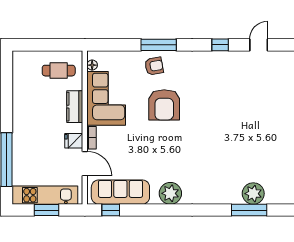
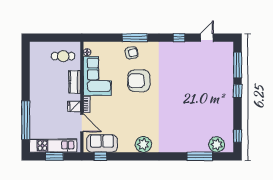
armchair: (164, 105) -> (139, 81), turned 90
sofa: (120, 192) -> (102, 143), width x0.73
plant: (253, 194) -> (217, 144), moved

